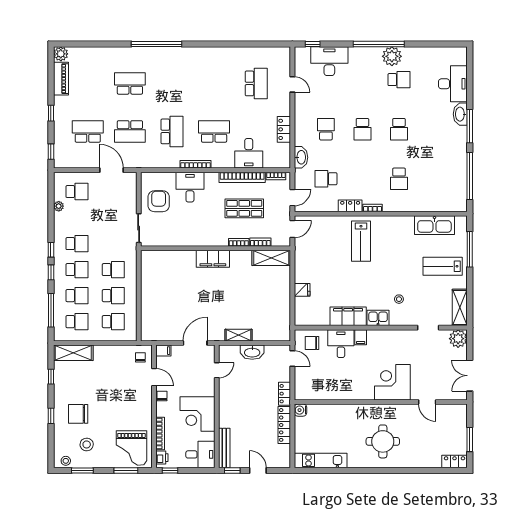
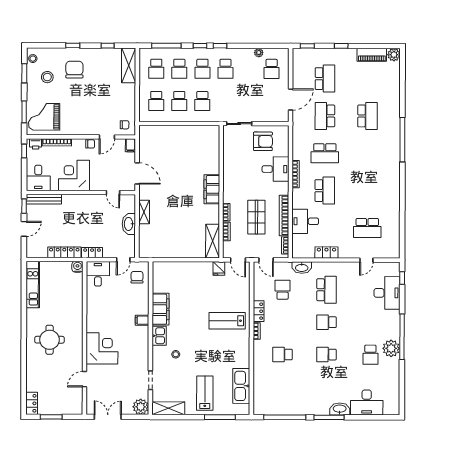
school desk: (326, 129) -> (327, 290), width x1.85
fridge: (302, 290) -> (219, 268), moved
desk: (341, 344) -> (98, 274), moved, turned -90

